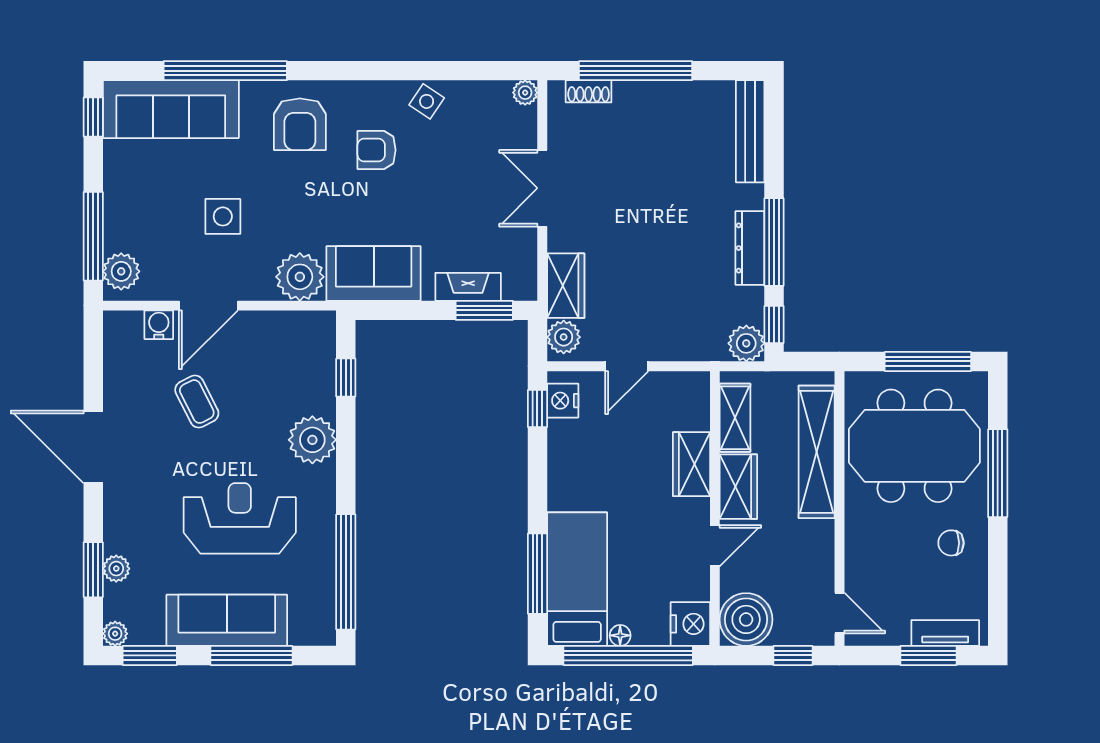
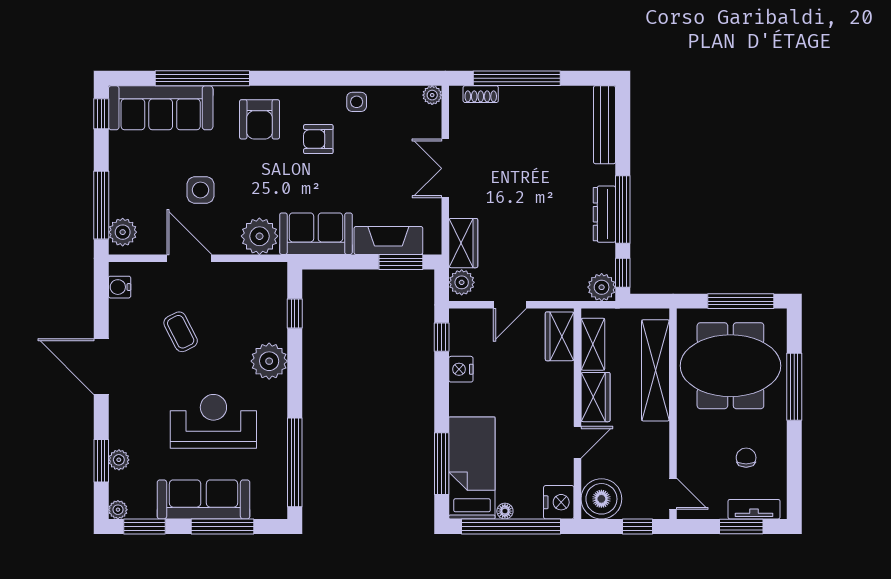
side table: (427, 101) -> (357, 102), turned -34
fireplace: (468, 287) -> (388, 240), width x1.37, depth x1.32
door: (208, 306) -> (189, 258), swing flipped
water cooler: (159, 325) -> (120, 287), moved, turned -90
nightstand: (563, 401) -> (461, 369), moved
wardrobe: (692, 464) -> (560, 336), moved
chair: (951, 543) -> (746, 458), moved, turned 90

